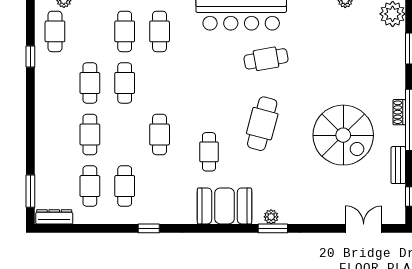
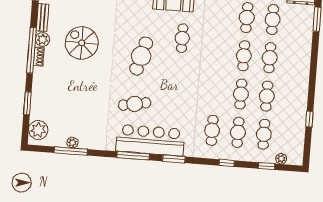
cafe table: (55, 31) -> (264, 134), moved
cafe table: (160, 134) -> (244, 56), moved
spiral stairs: (343, 135) -> (82, 43), width x0.73, depth x0.73
plant: (396, 136) -> (43, 39), added

